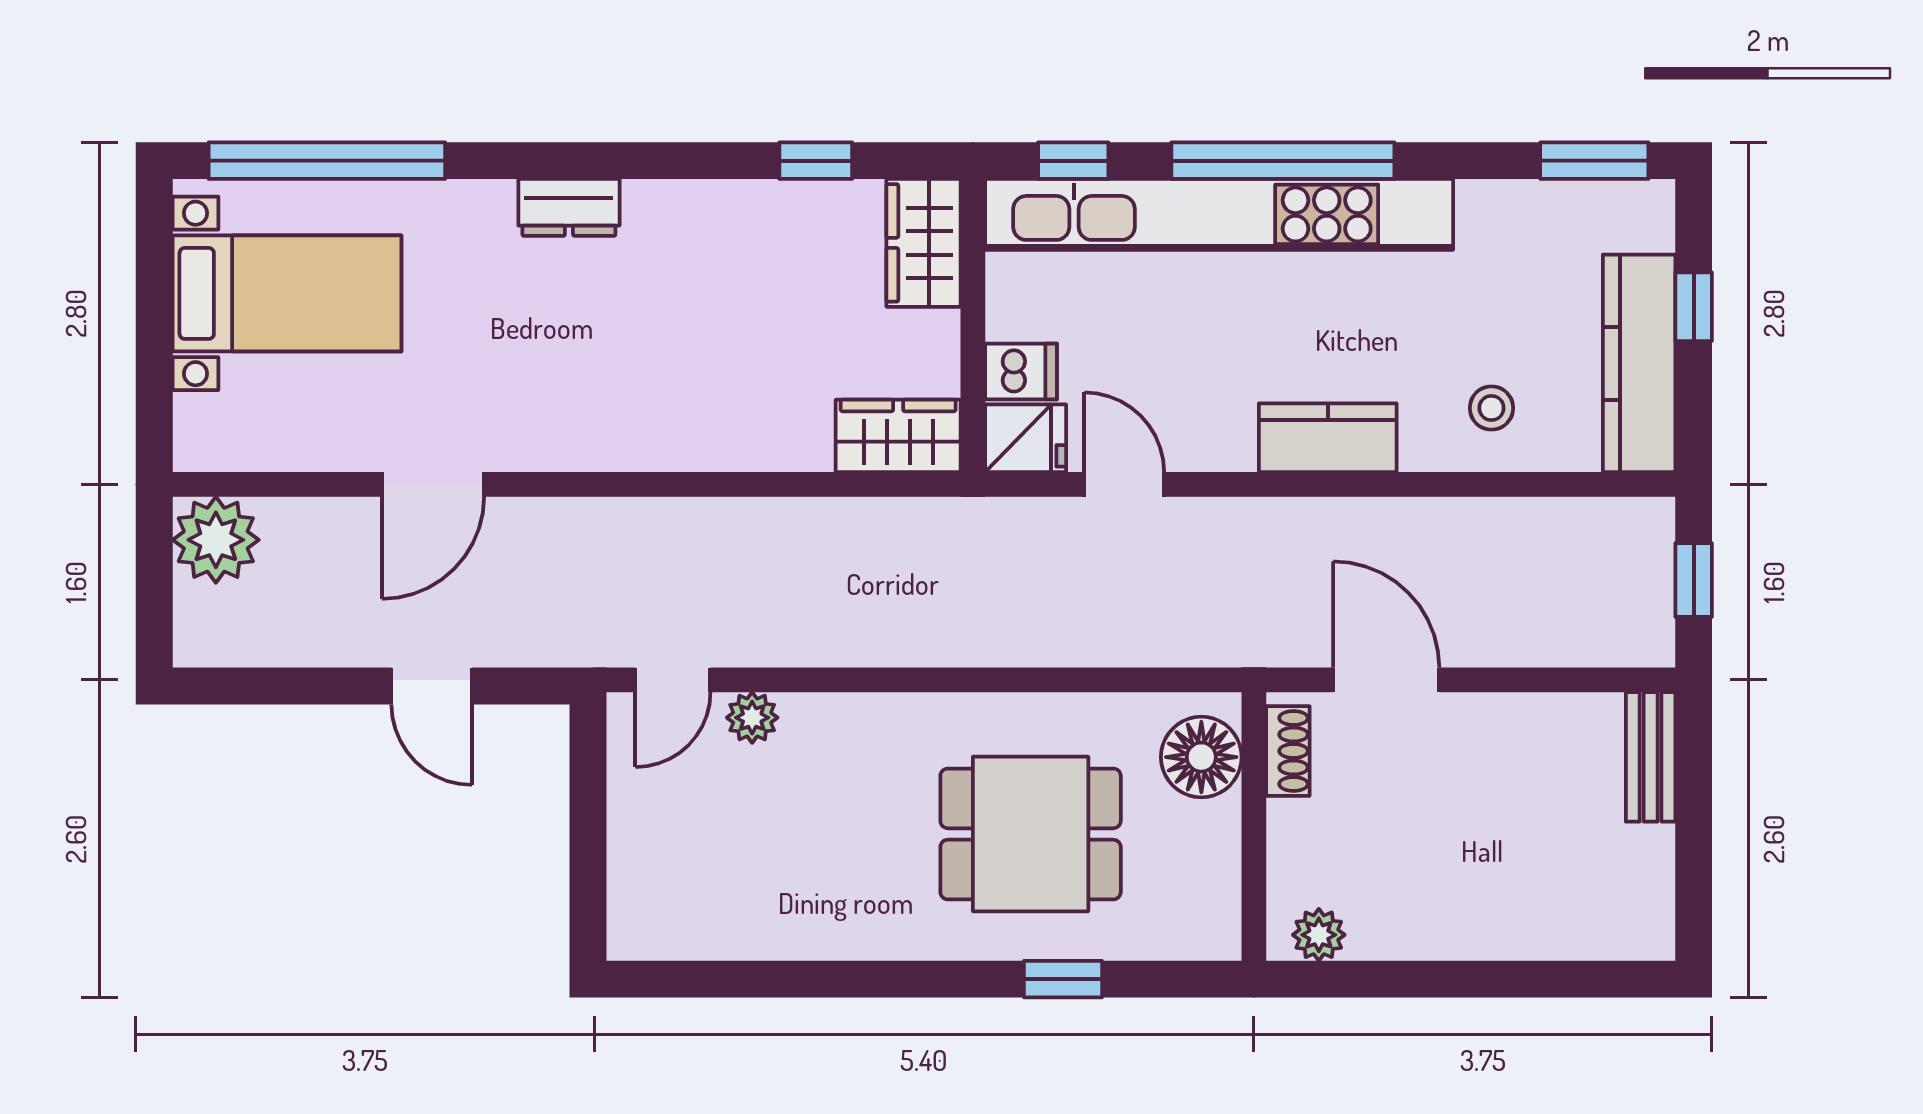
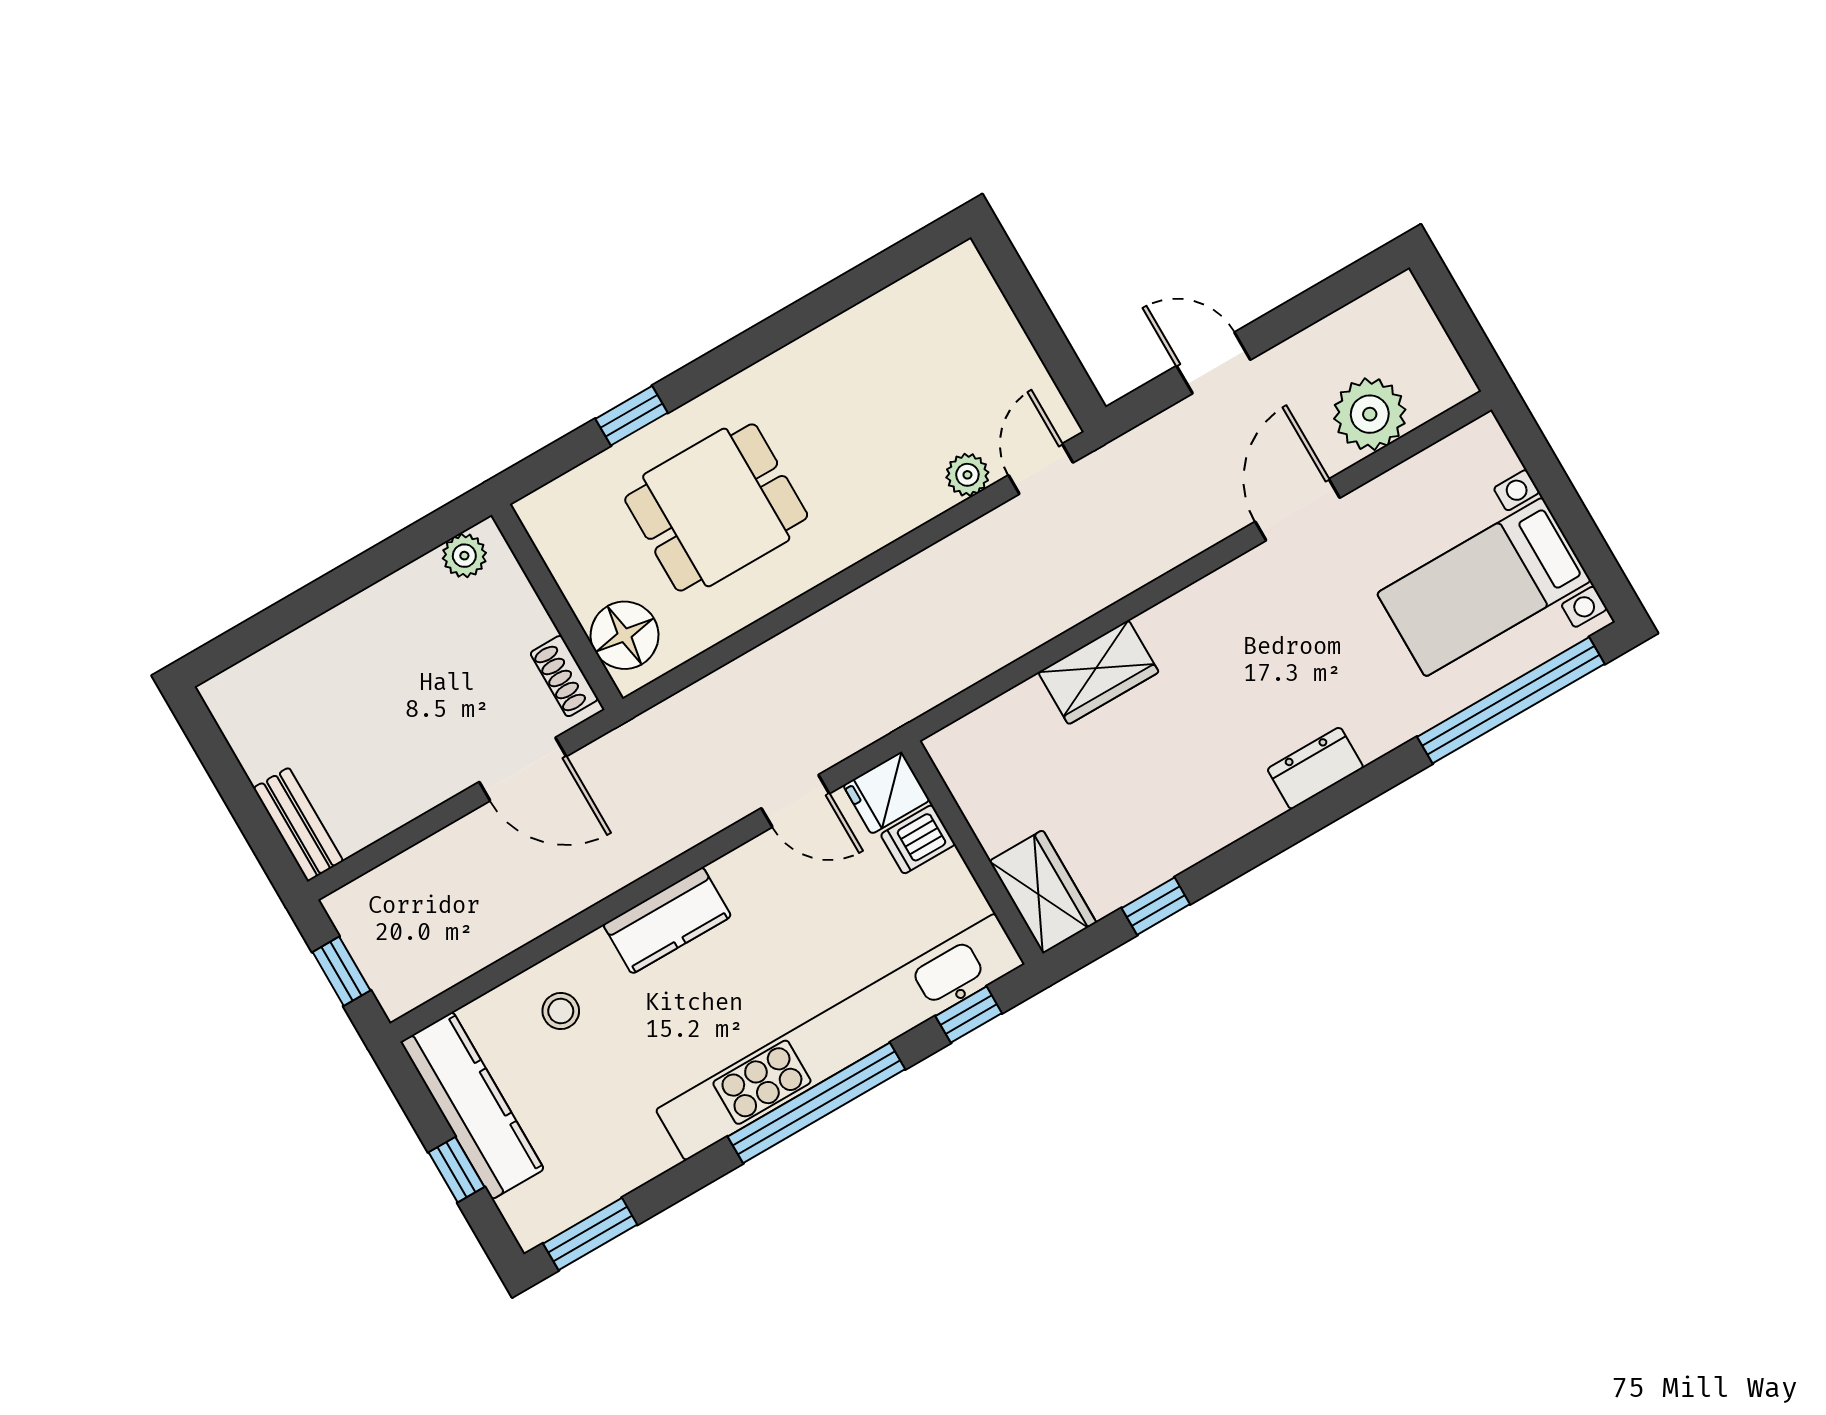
wardrobe: (898, 436) -> (1098, 672), moved
plant: (216, 540) -> (1370, 414), moved

